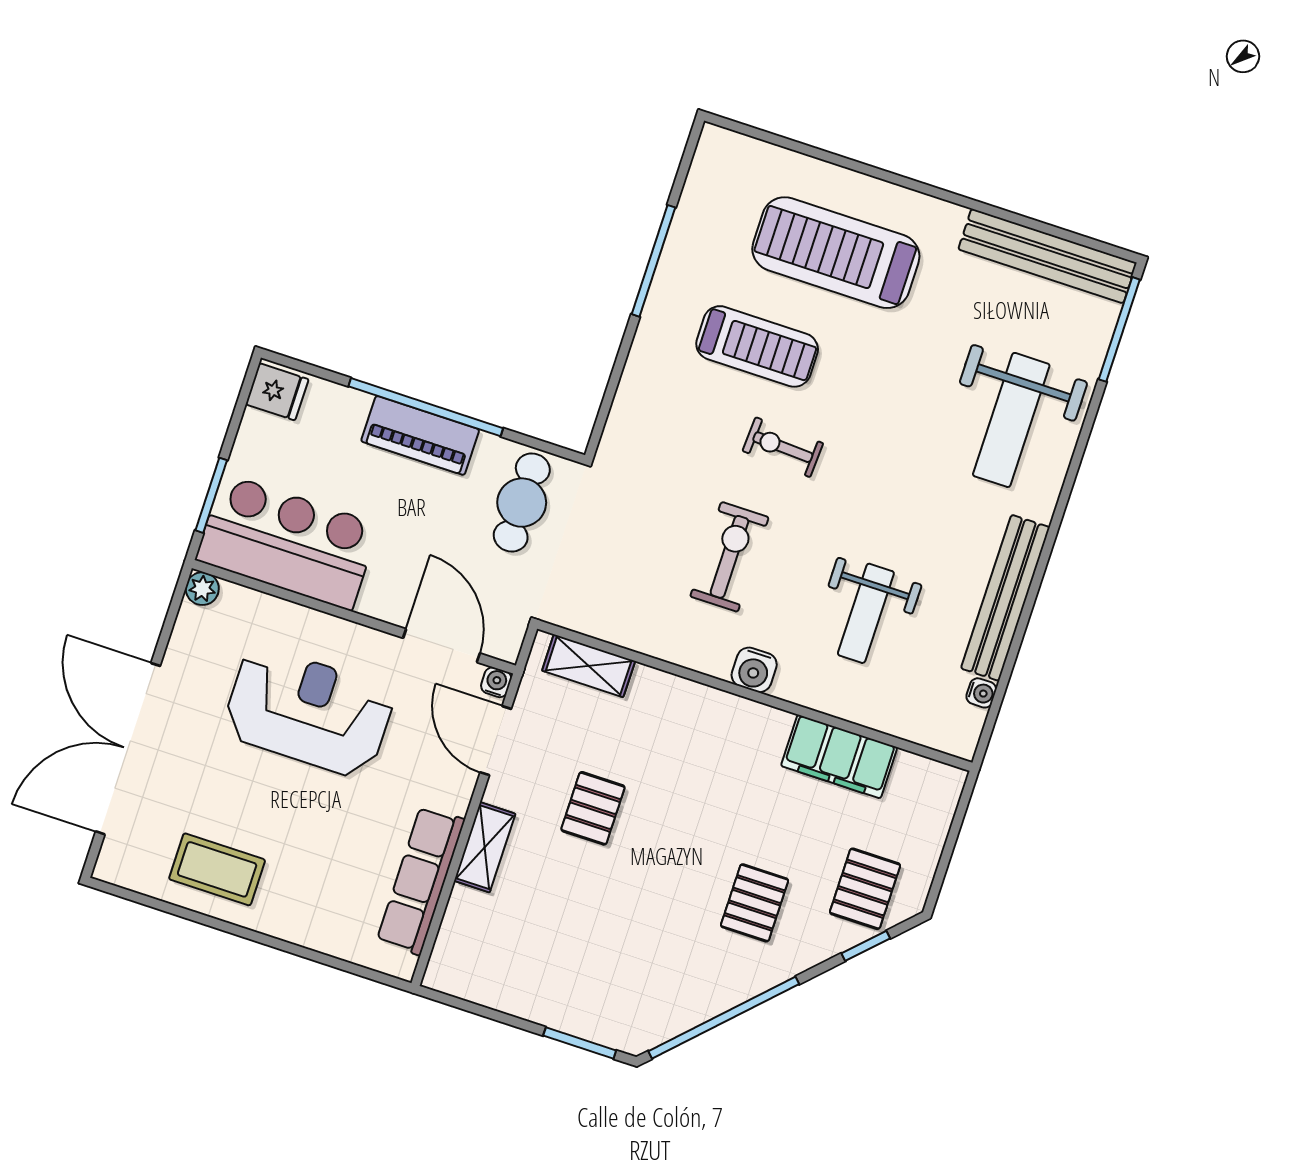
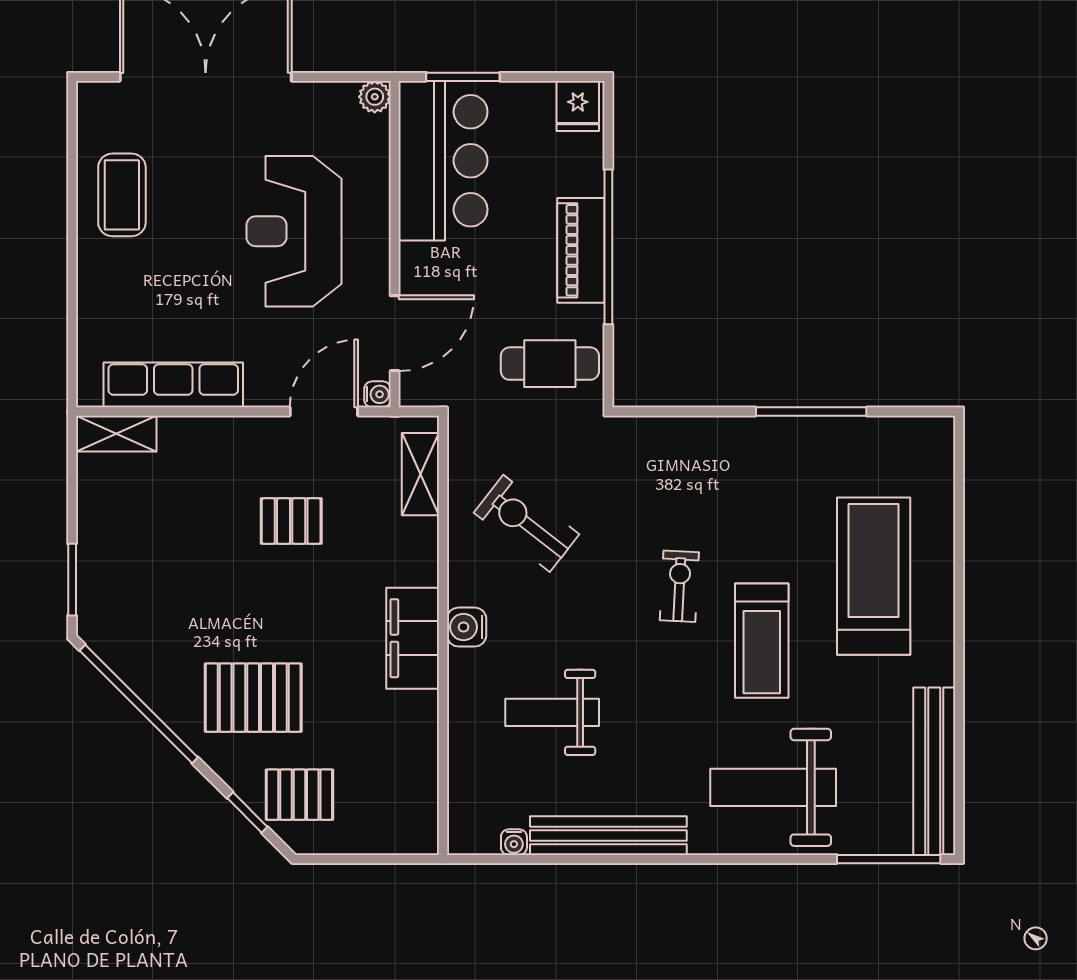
treadmill: (757, 346) -> (762, 641), moved
exercise bike: (729, 557) -> (527, 523), moved, turned -142
reception desk: (309, 712) -> (294, 231), turned 180
filing cabinet: (839, 757) -> (413, 638), moved
shelving: (485, 847) -> (116, 434), moved
pallet: (755, 903) -> (253, 698), width x1.50, depth x1.42

